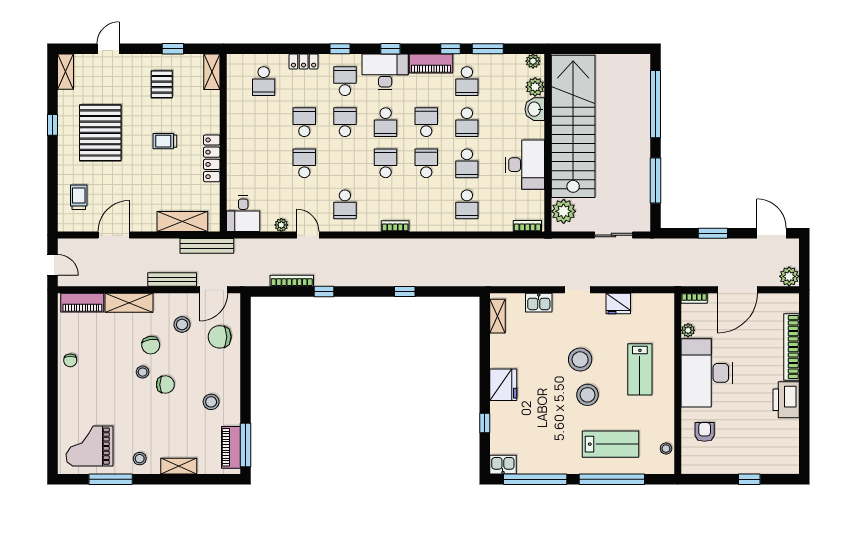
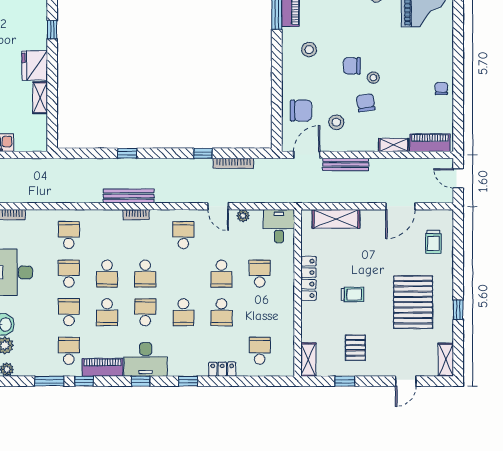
school desk: (345, 81) -> (260, 274), moved, turned 180
bench: (207, 246) -> (129, 196), moved
shelving: (129, 303) -> (394, 145), width x0.67, depth x0.75
shelving: (497, 316) -> (40, 98), moved

